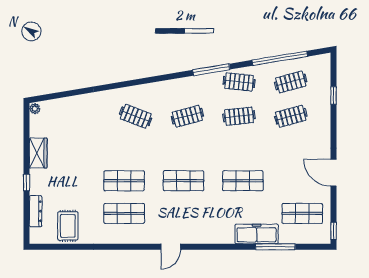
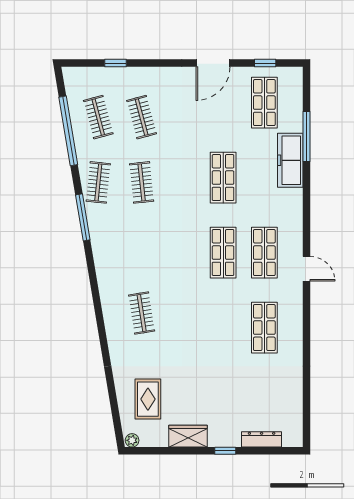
clothes rail: (136, 116) -> (142, 313), turned -30
clothes rail: (187, 116) -> (142, 248), removed
shop shelf: (124, 181) -> (264, 253), moved
rug: (68, 226) -> (148, 399), moved, turned 90
window: (334, 231) -> (265, 63), moved

